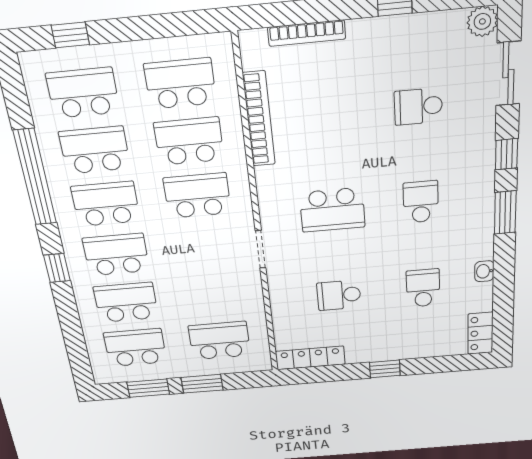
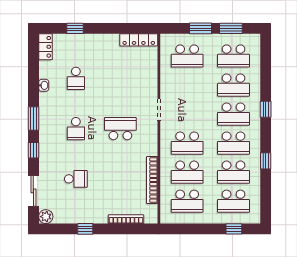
window: (35, 177) -> (266, 161), width x0.32
school desk: (339, 295) -> (120, 78), removed
window: (385, 369) -> (75, 28), moved

